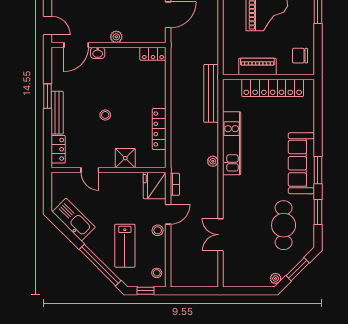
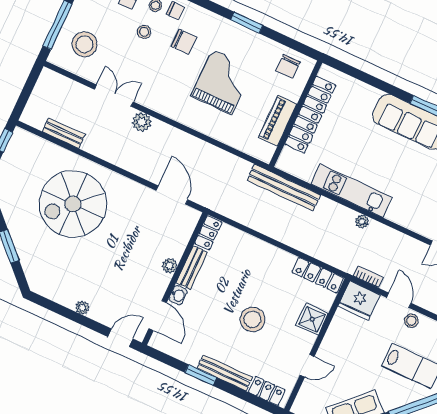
bench: (122, 54) -> (192, 267), added
stool: (105, 115) -> (253, 319), width x1.89, depth x1.89
locker: (159, 129) -> (318, 275), moved

